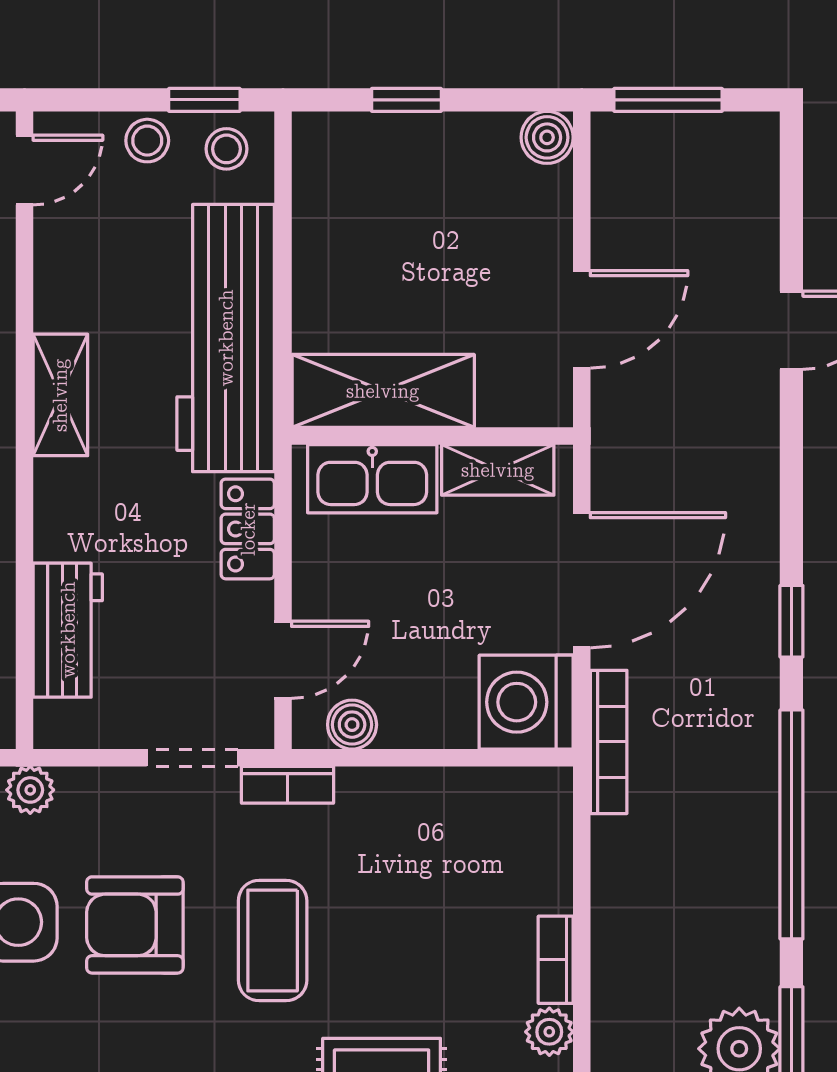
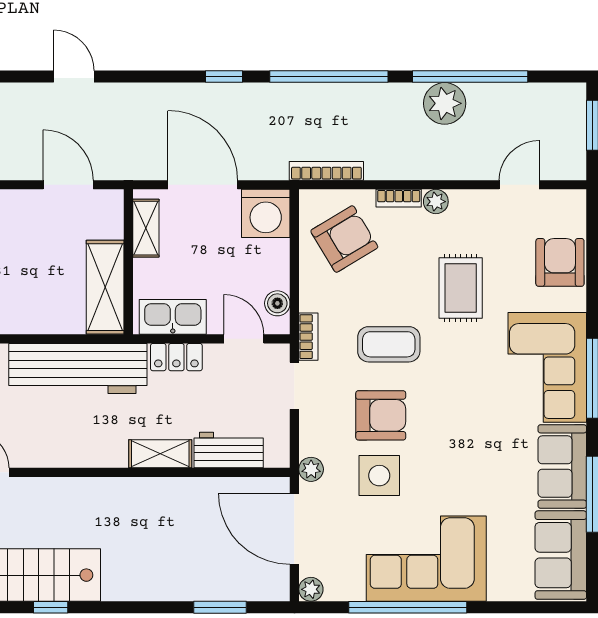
shelving: (60, 395) -> (160, 454), moved
kitchen sink: (372, 479) -> (173, 317), moved, turned -90
bookcase: (609, 742) -> (326, 171), moved
armchair: (477, 854) -> (344, 239), added
armchair: (135, 925) -> (381, 415), turned -90

